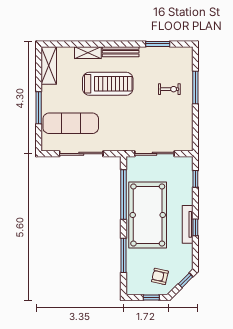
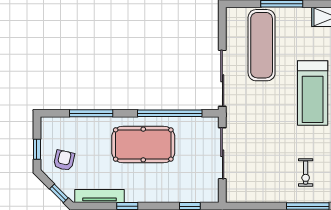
sliding door: (81, 154) -> (222, 78), moved
pool table: (148, 215) -> (143, 144), width x0.73, depth x0.76
tv unit: (188, 224) -> (99, 196), moved

